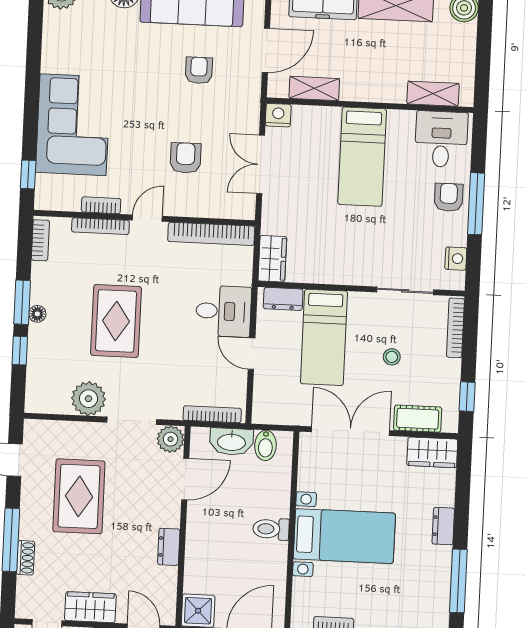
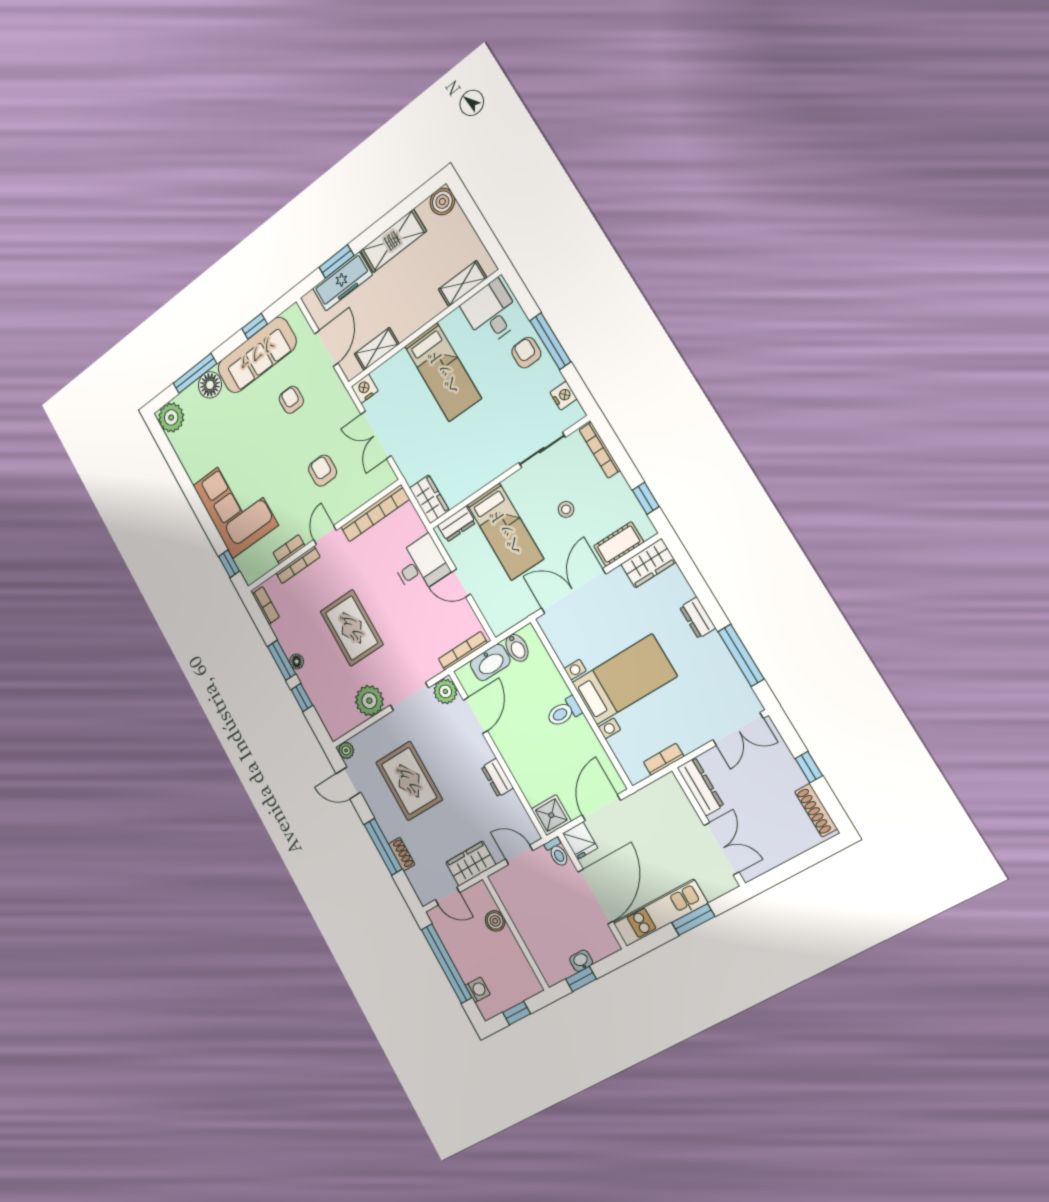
plant: (33, 429) -> (346, 750), added

